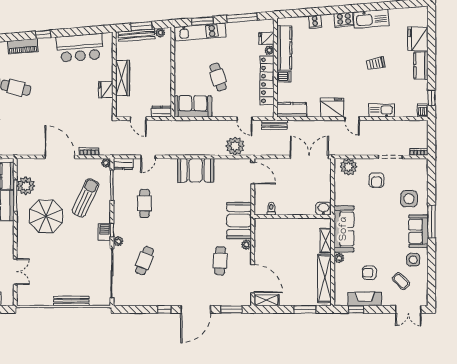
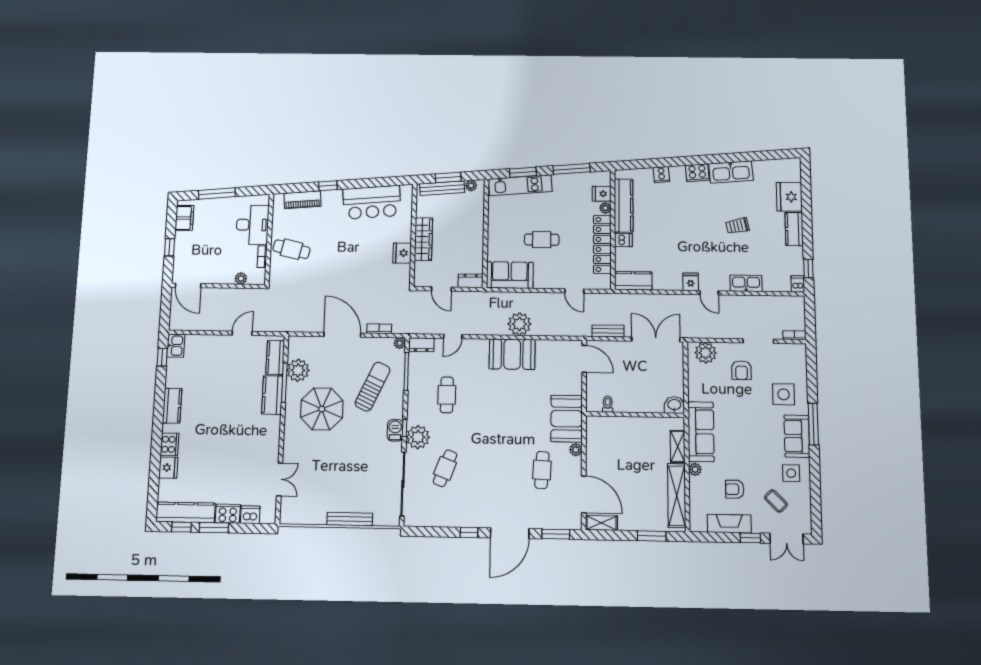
cafe table: (218, 77) -> (542, 240), turned -72
fridge: (332, 107) -> (691, 282), width x0.53, depth x0.75
bench: (275, 125) -> (608, 331), moved
plant: (235, 146) -> (519, 324), moved
plant: (118, 241) -> (418, 437), width x1.88, depth x1.88
window: (356, 309) -> (750, 538), moved

